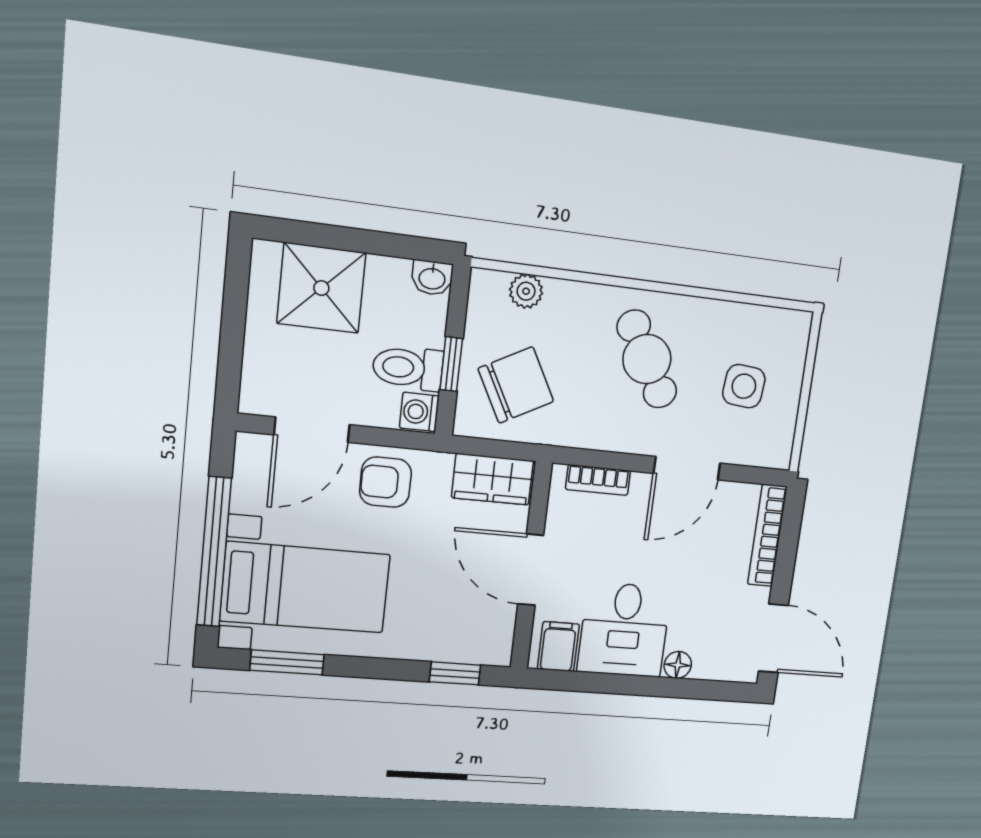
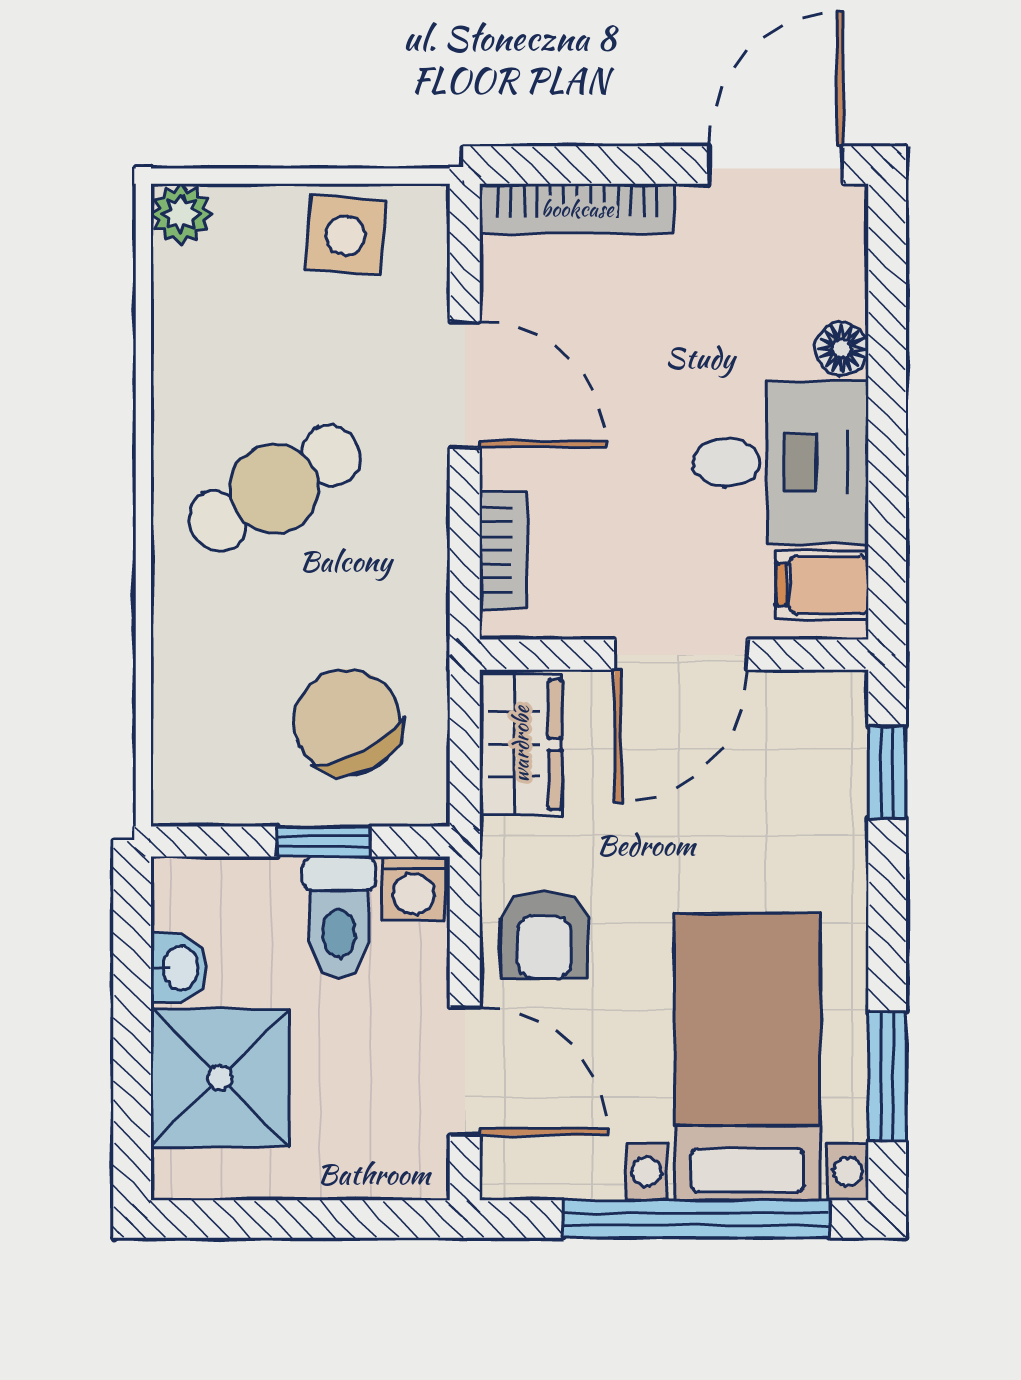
washbasin: (432, 278) -> (179, 968), moved
plant: (526, 291) -> (181, 214), moved
side table: (744, 386) -> (345, 235), moved

